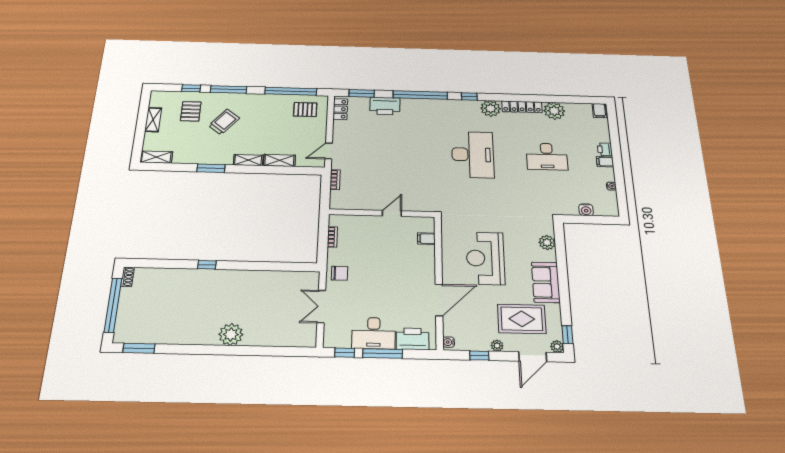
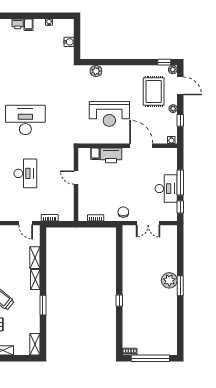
desk: (547, 157) -> (25, 173), moved
sofa: (546, 282) -> (126, 74), removed
printer: (413, 339) -> (111, 155), moved, turned -90
window: (139, 348) -> (180, 286), moved

